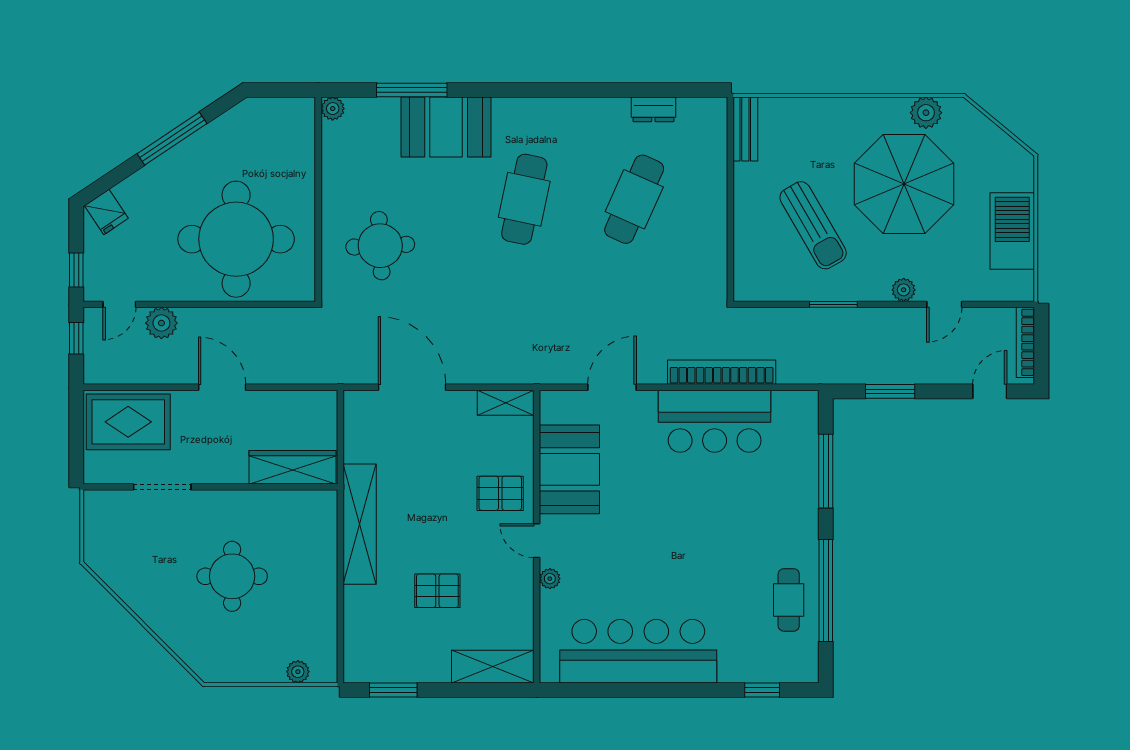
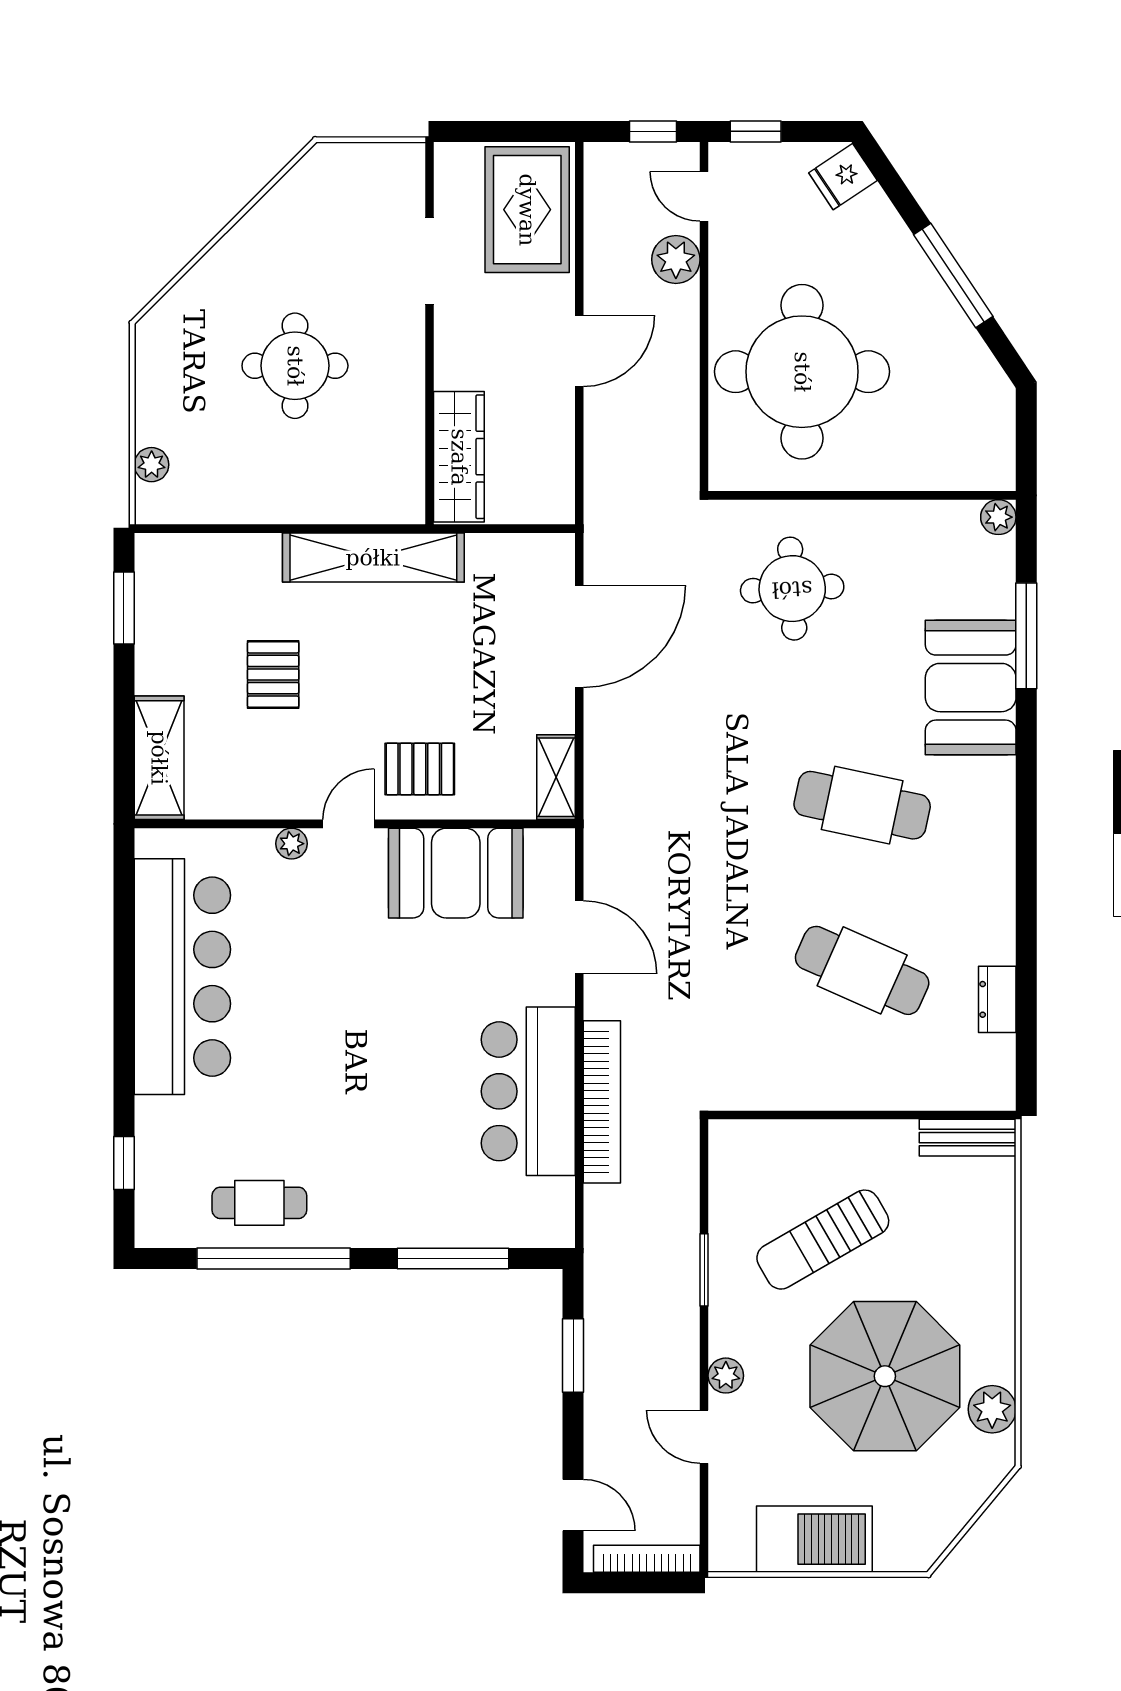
pallet: (500, 493) -> (420, 769), turned 90

